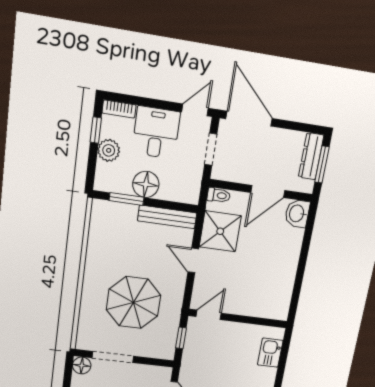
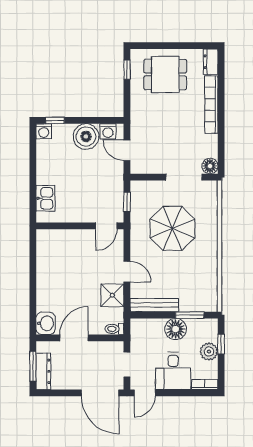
window: (96, 130) -> (221, 344), moved
shower: (220, 231) -> (112, 295), width x0.73, depth x0.73

